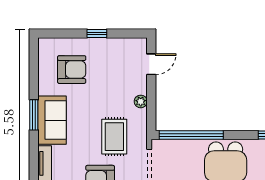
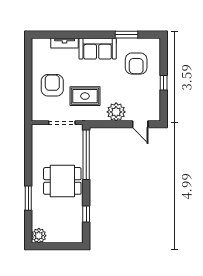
plant: (141, 101) -> (116, 112), width x1.88, depth x1.88
window: (34, 115) -> (127, 35), moved

